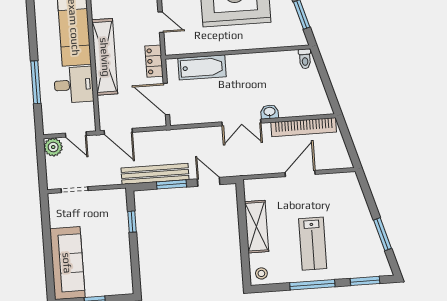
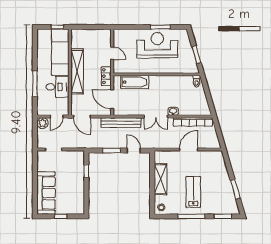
door: (76, 134) -> (57, 117), hinge flipped
bench: (155, 174) -> (121, 123), moved
lab bench: (313, 244) -> (193, 192), turned 180

